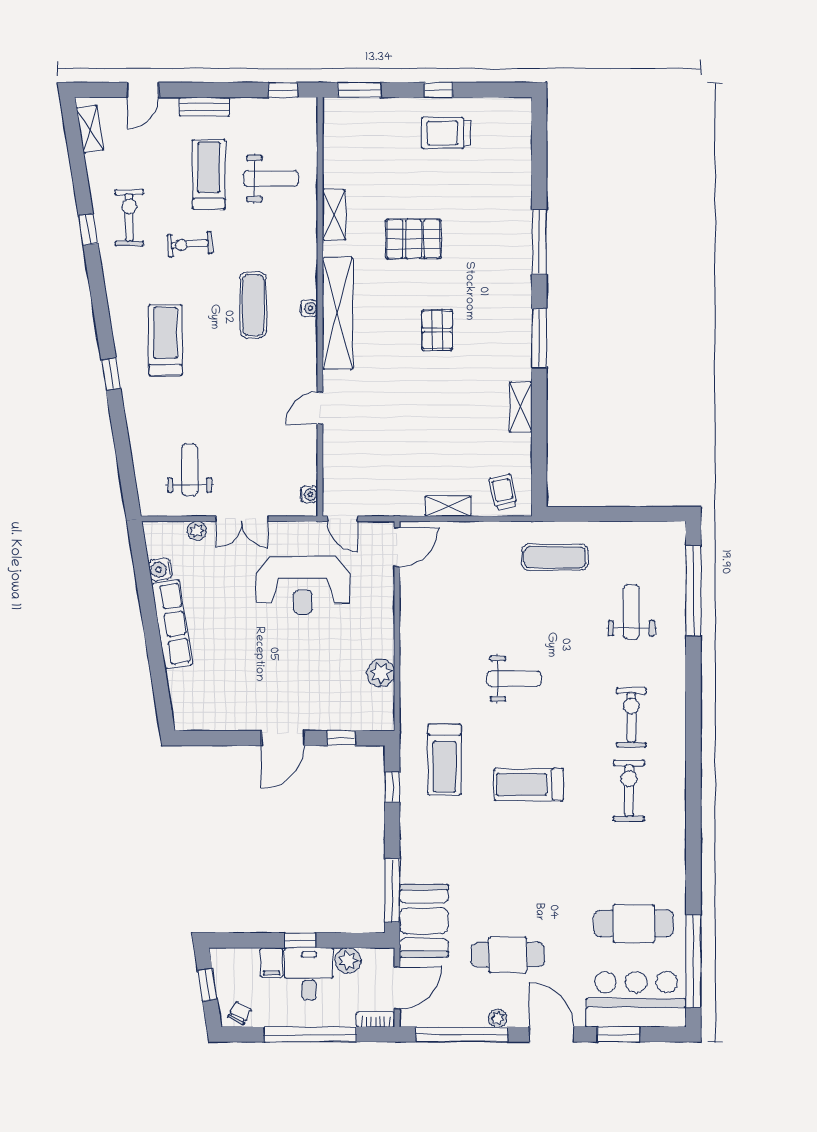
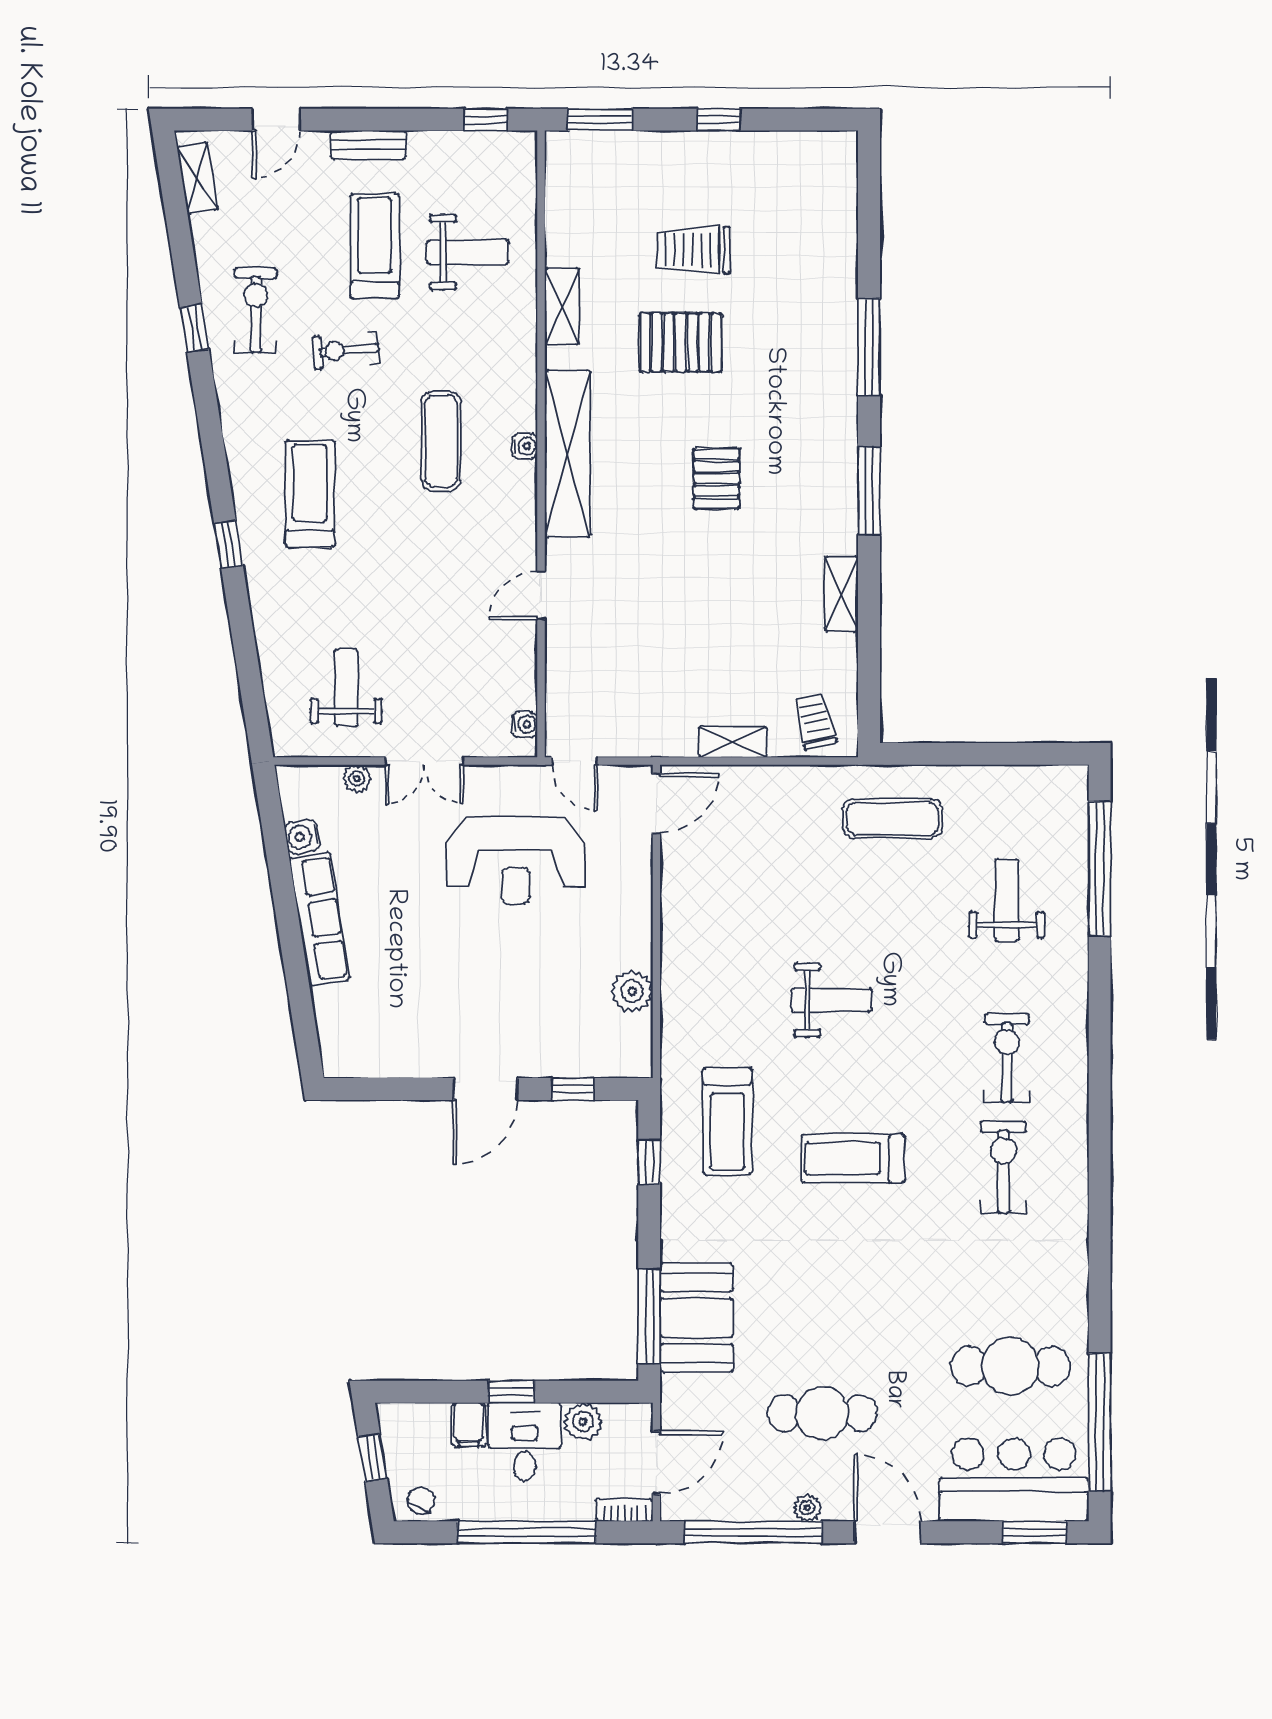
trolley: (446, 133) -> (693, 250), moved
booth: (424, 921) -> (697, 1318), moved
window: (619, 1034) -> (1034, 1532), moved

